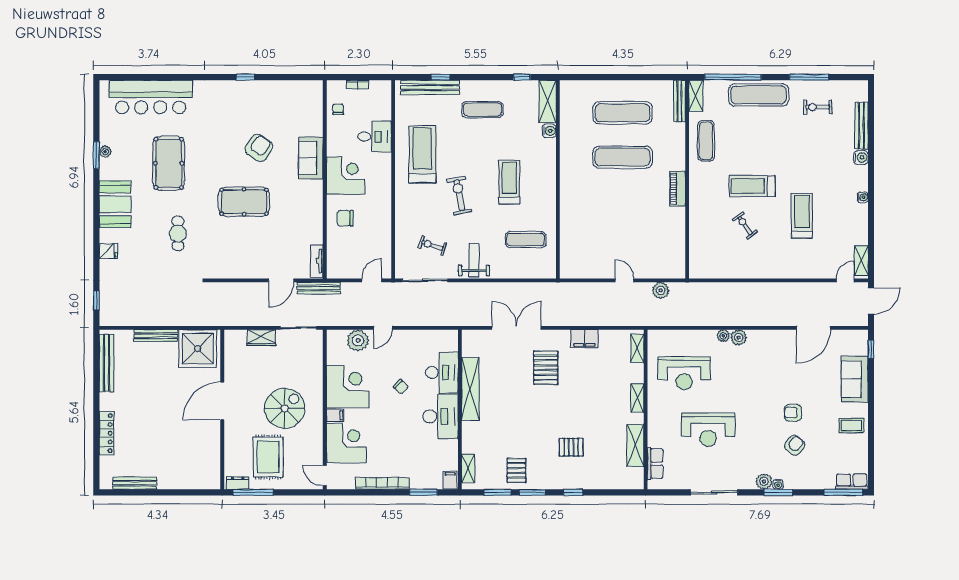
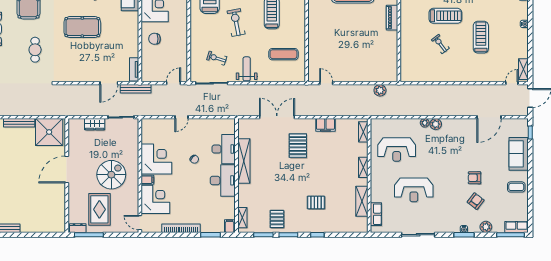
treadmill: (752, 186) -> (445, 16), turned 180
door: (625, 280) -> (326, 83), moved
plant: (358, 340) -> (164, 126), removed
plant: (764, 481) -> (486, 227), moved

